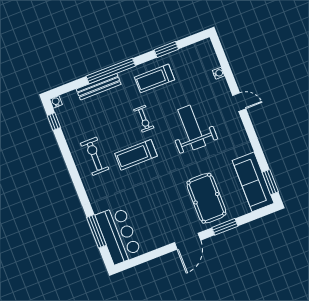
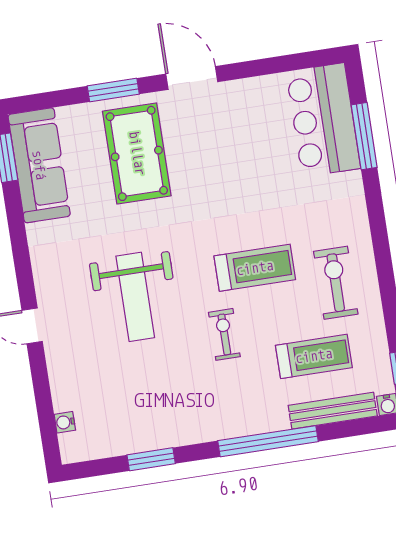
water cooler: (218, 73) -> (65, 422), moved
treadmill: (154, 78) -> (314, 356), moved
bench: (99, 87) -> (333, 411), moved
exercise bike: (95, 156) -> (336, 283), turned 180
door: (188, 241) -> (192, 78), hinge flipped

